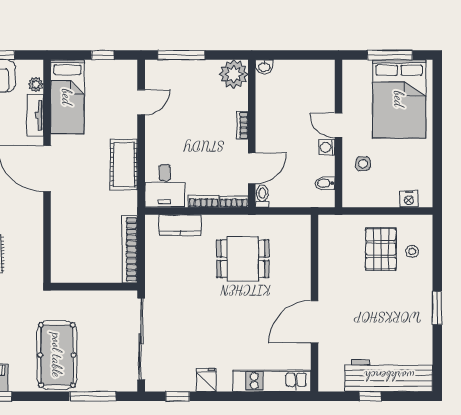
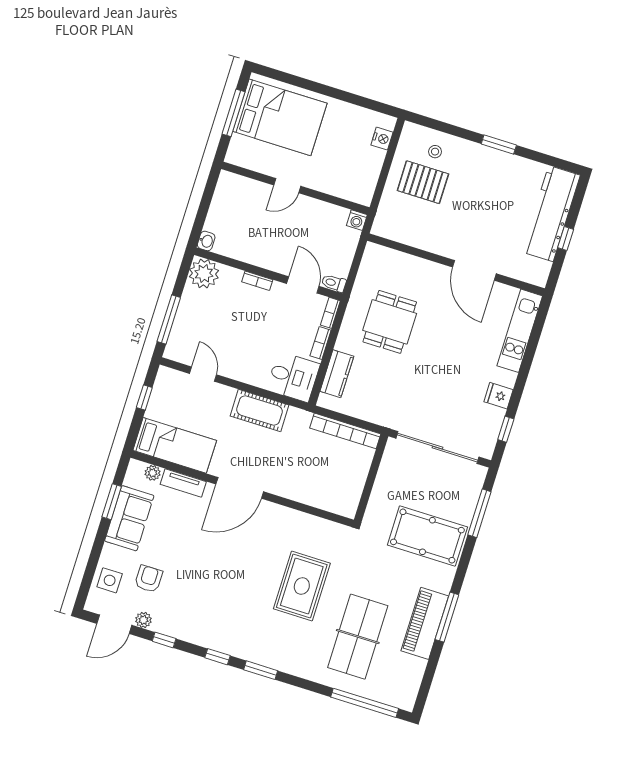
washing machine: (327, 147) -> (357, 220), moved
side table: (363, 164) -> (333, 173), removed
bidet: (325, 183) -> (340, 217), removed

